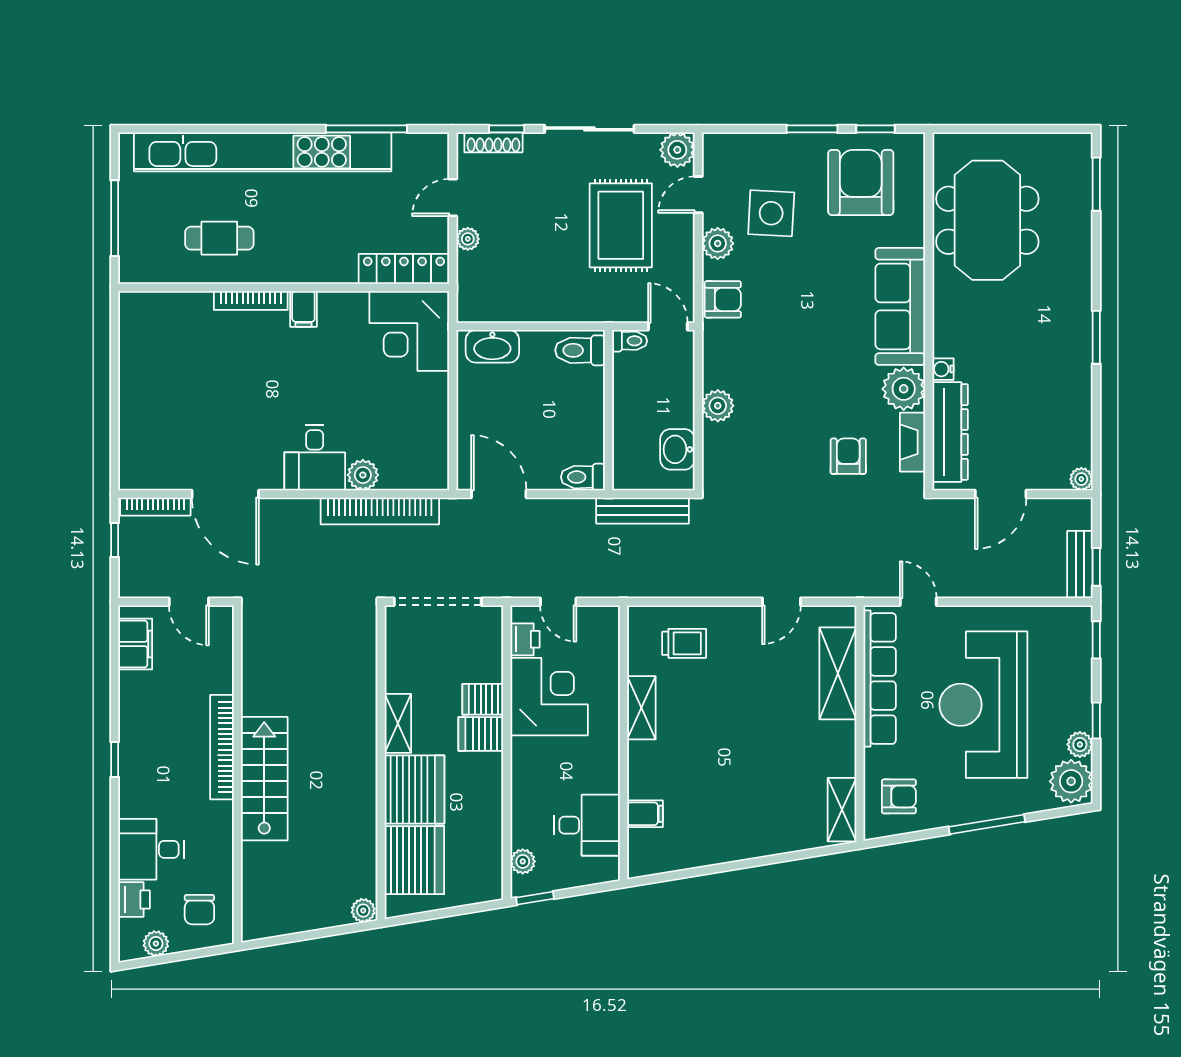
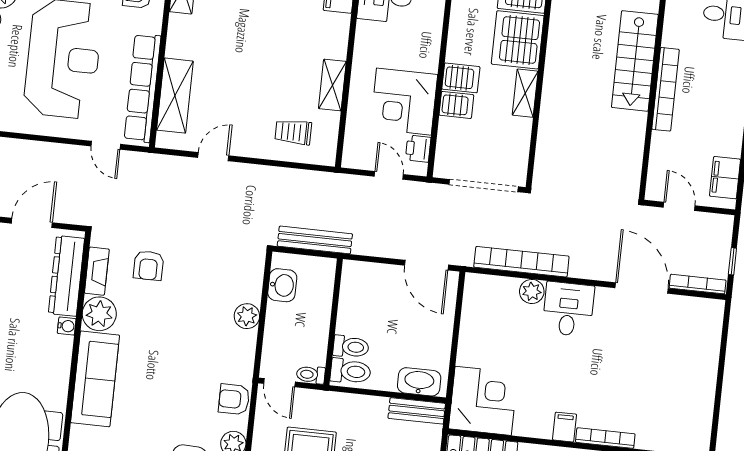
bench: (492, 309) -> (417, 411), added
toilet: (583, 477) -> (351, 347), moved

